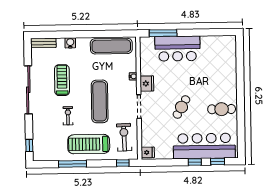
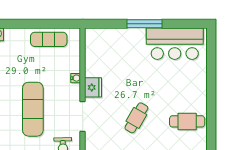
window: (163, 33) -> (145, 24), moved
exercise mat: (111, 46) -> (49, 39), width x0.73, depth x0.69
bar counter: (177, 49) -> (175, 44), moved

